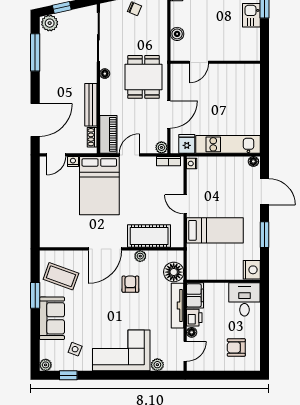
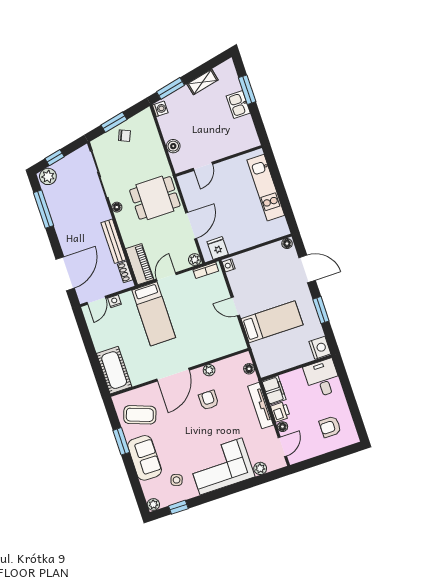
dining table: (144, 77) -> (155, 198), turned 90
kitchen unit: (228, 144) -> (266, 188), moved, turned -90
bed: (99, 186) -> (154, 314), width x0.67
cot: (149, 236) -> (114, 370), moved, turned 90
floor lamp: (174, 272) -> (249, 369), width x0.53, depth x0.53

